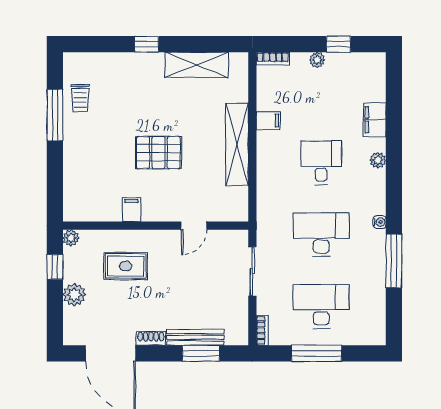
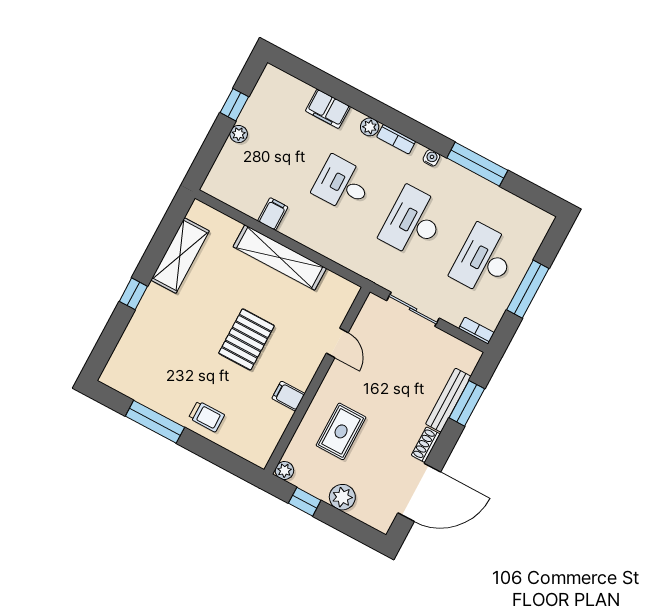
bookcase: (273, 59) -> (396, 139), moved, turned 90
trolley: (80, 98) -> (207, 416), moved

